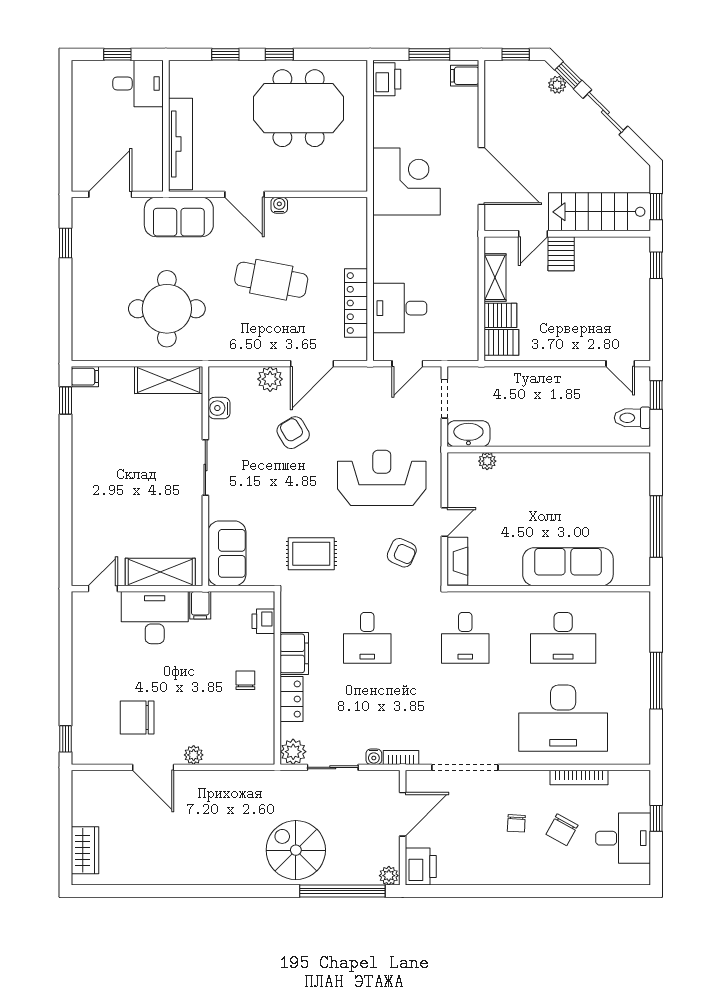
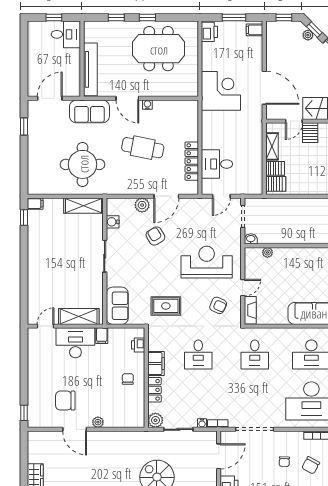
washbasin: (468, 434) -> (251, 239), width x0.52, depth x0.69

